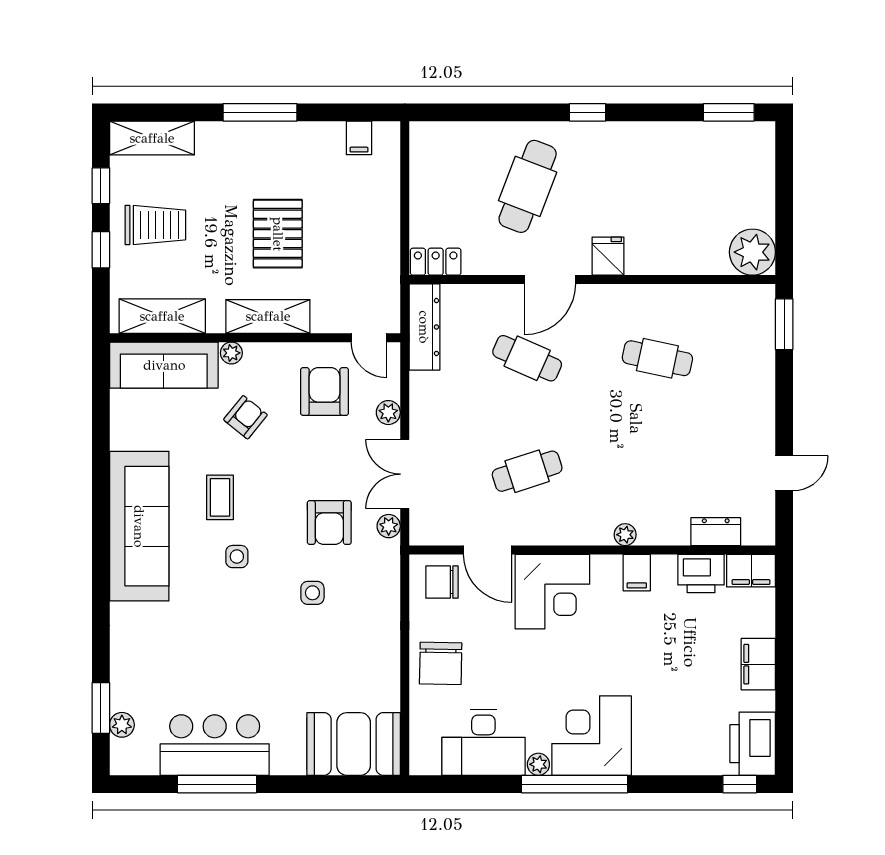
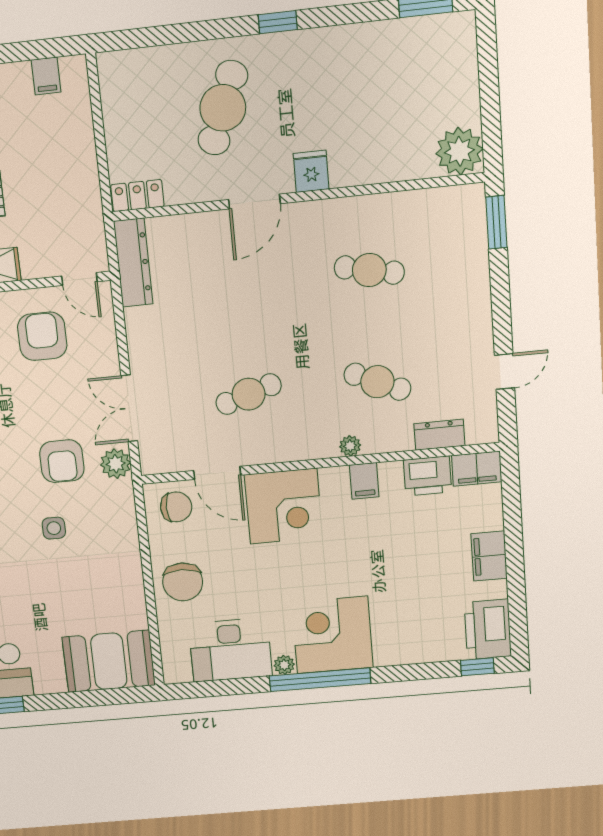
cafe table: (527, 358) -> (377, 382), moved
plant: (388, 413) -> (107, 351), removed
plant: (389, 526) -> (116, 464), width x1.38, depth x1.38
chair: (442, 582) -> (176, 507), turned 180

